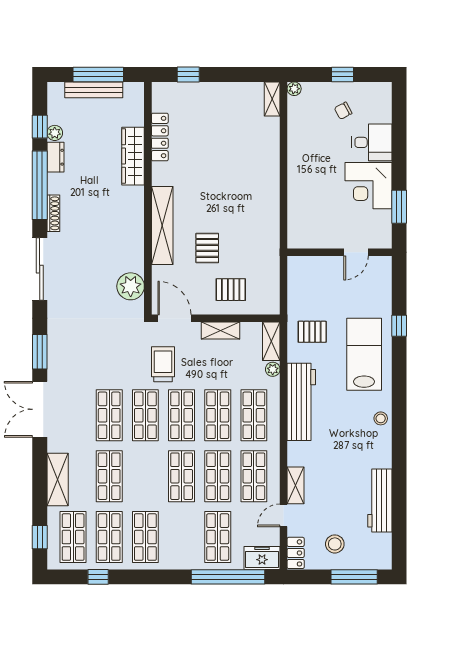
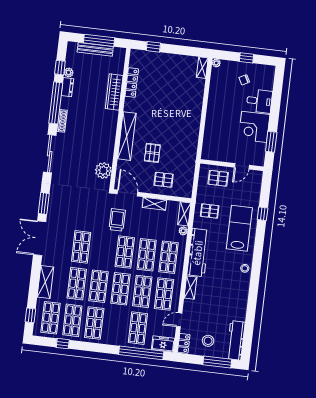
pallet: (320, 277) -> (218, 178), added
shop shelf: (145, 415) -> (99, 286), moved
shelving: (296, 485) -> (190, 288), moved
workbench: (380, 501) -> (236, 340), moved

